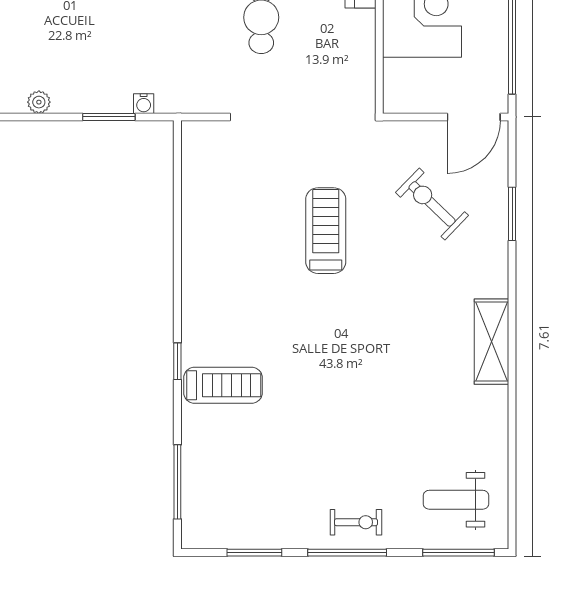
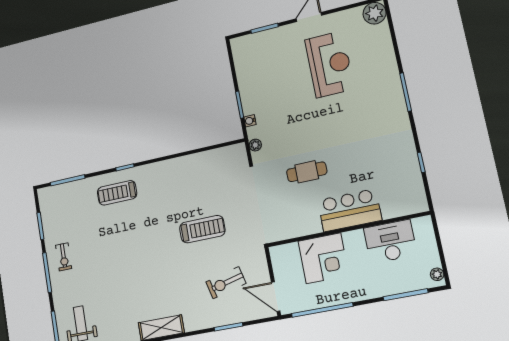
plant: (39, 102) -> (255, 145), moved
exercise bike: (432, 204) -> (226, 283), turned -148
treadmill: (223, 385) -> (117, 193), turned 90
exercise bike: (356, 522) -> (64, 257), moved

